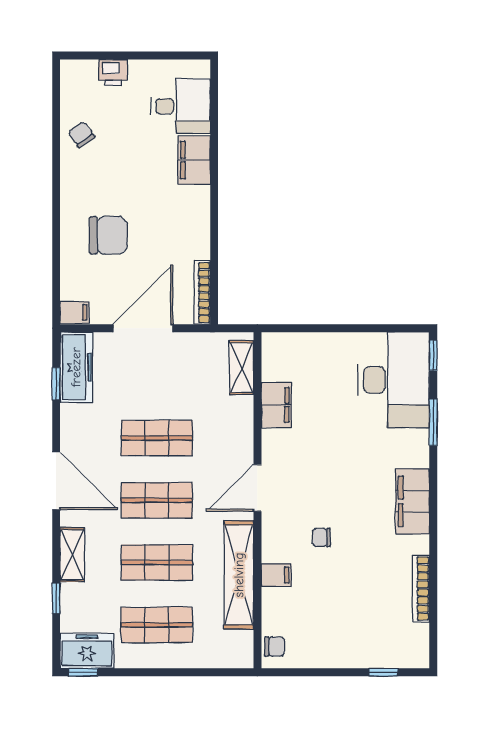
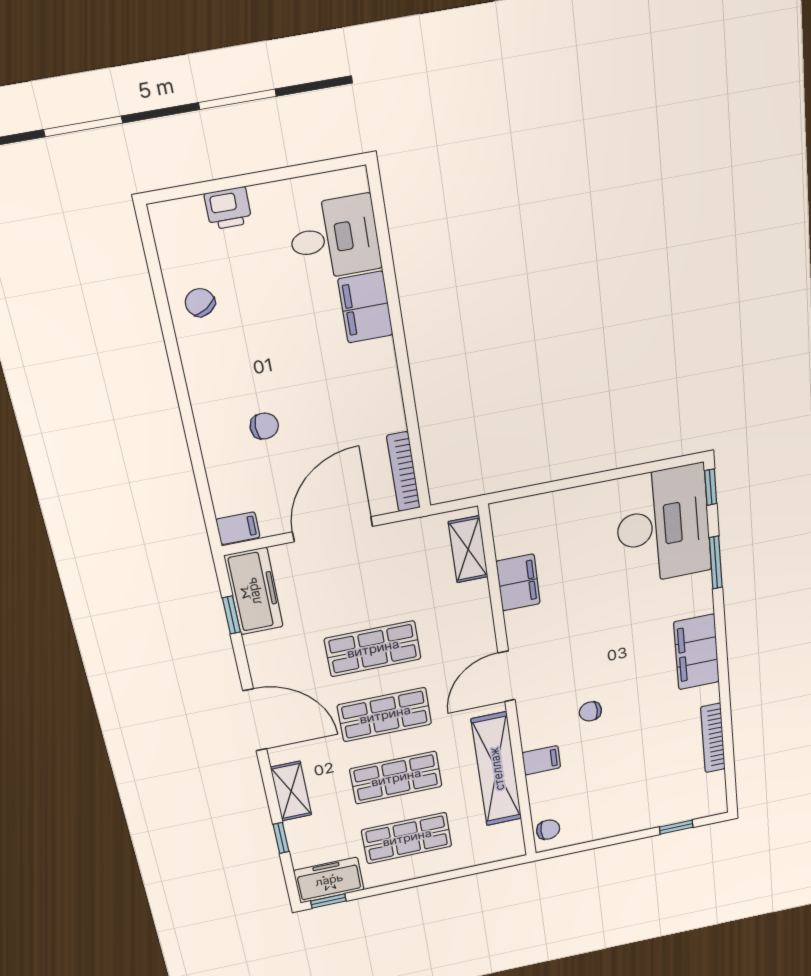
chair: (108, 235) -> (264, 426), width x0.54, depth x0.54

